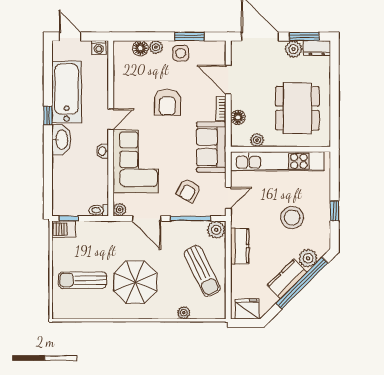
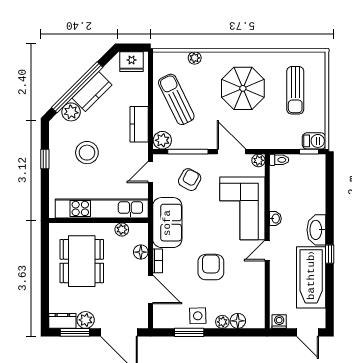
sun lounger: (83, 280) -> (295, 90), turned 90

